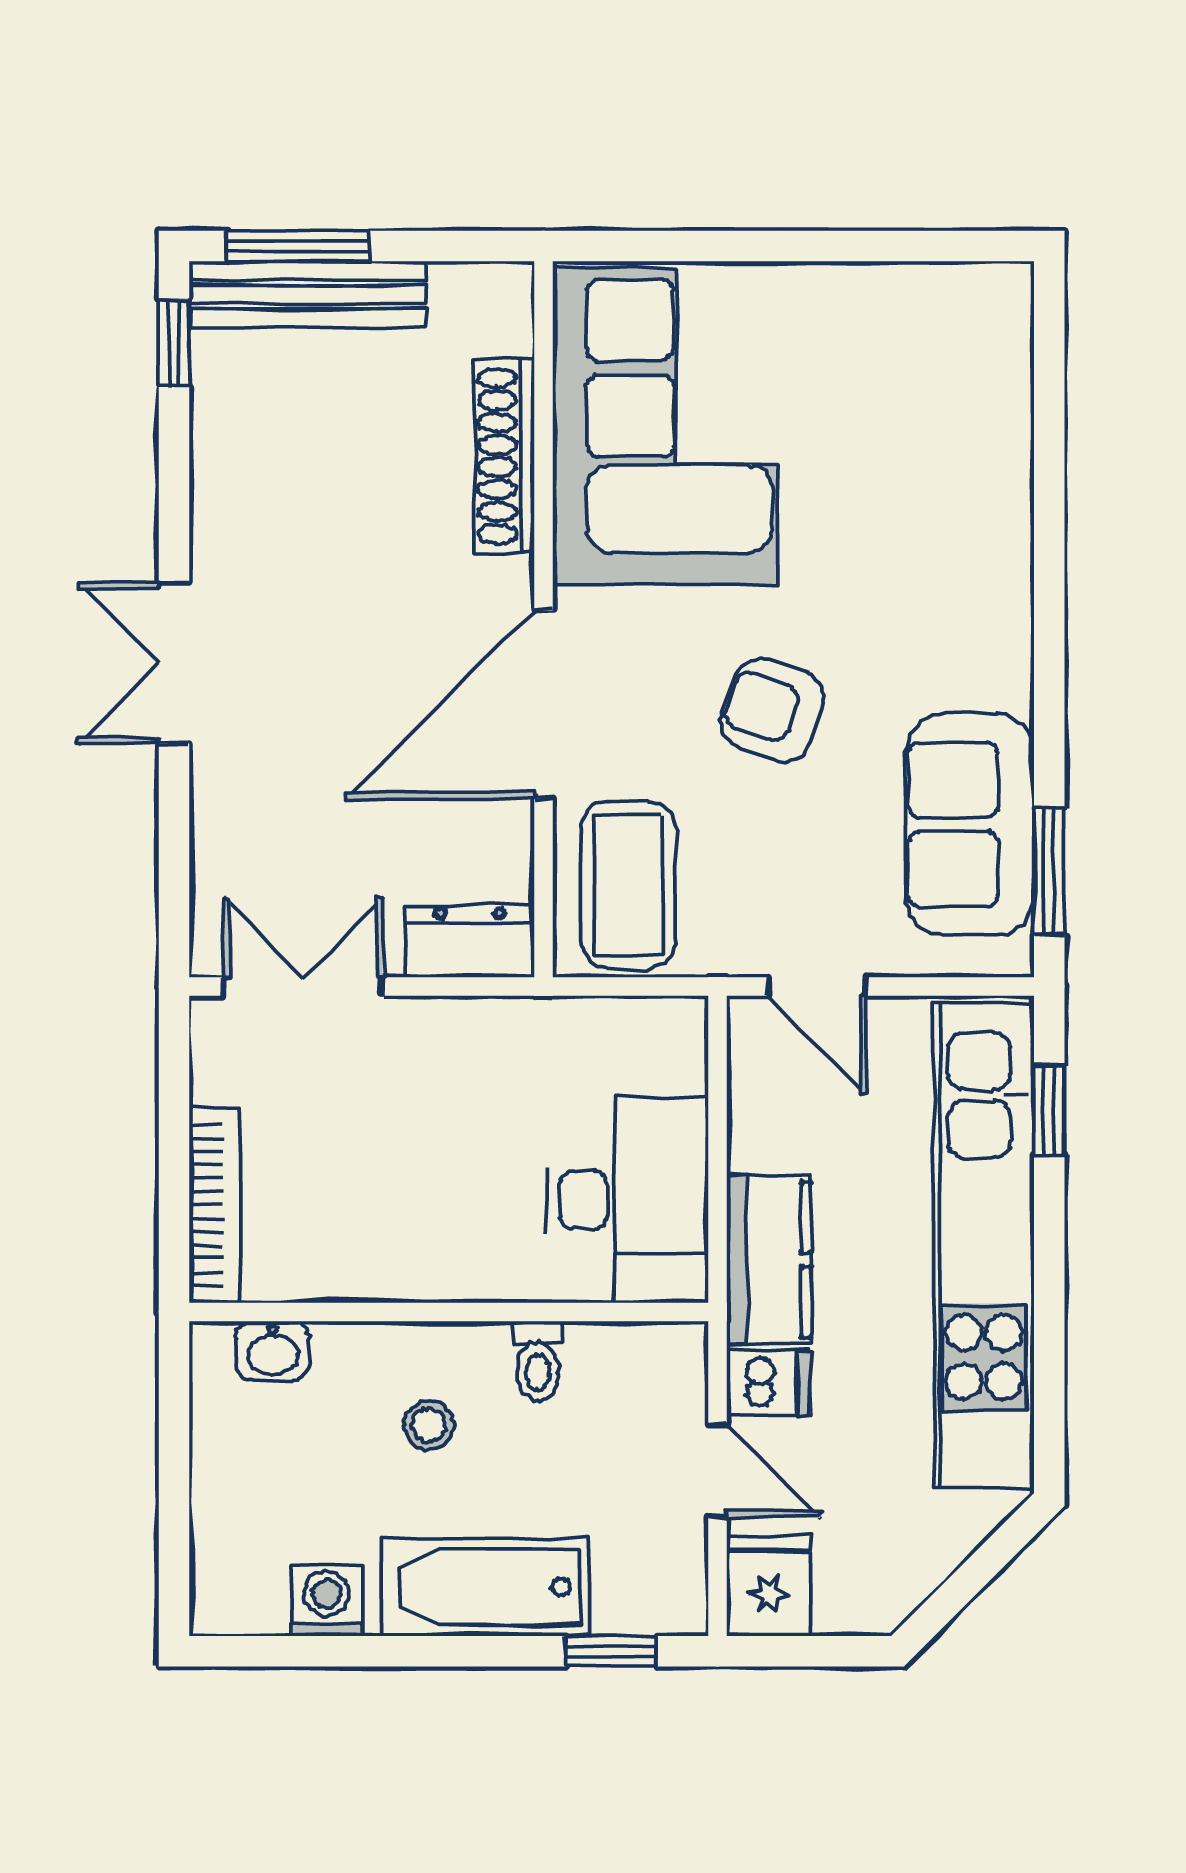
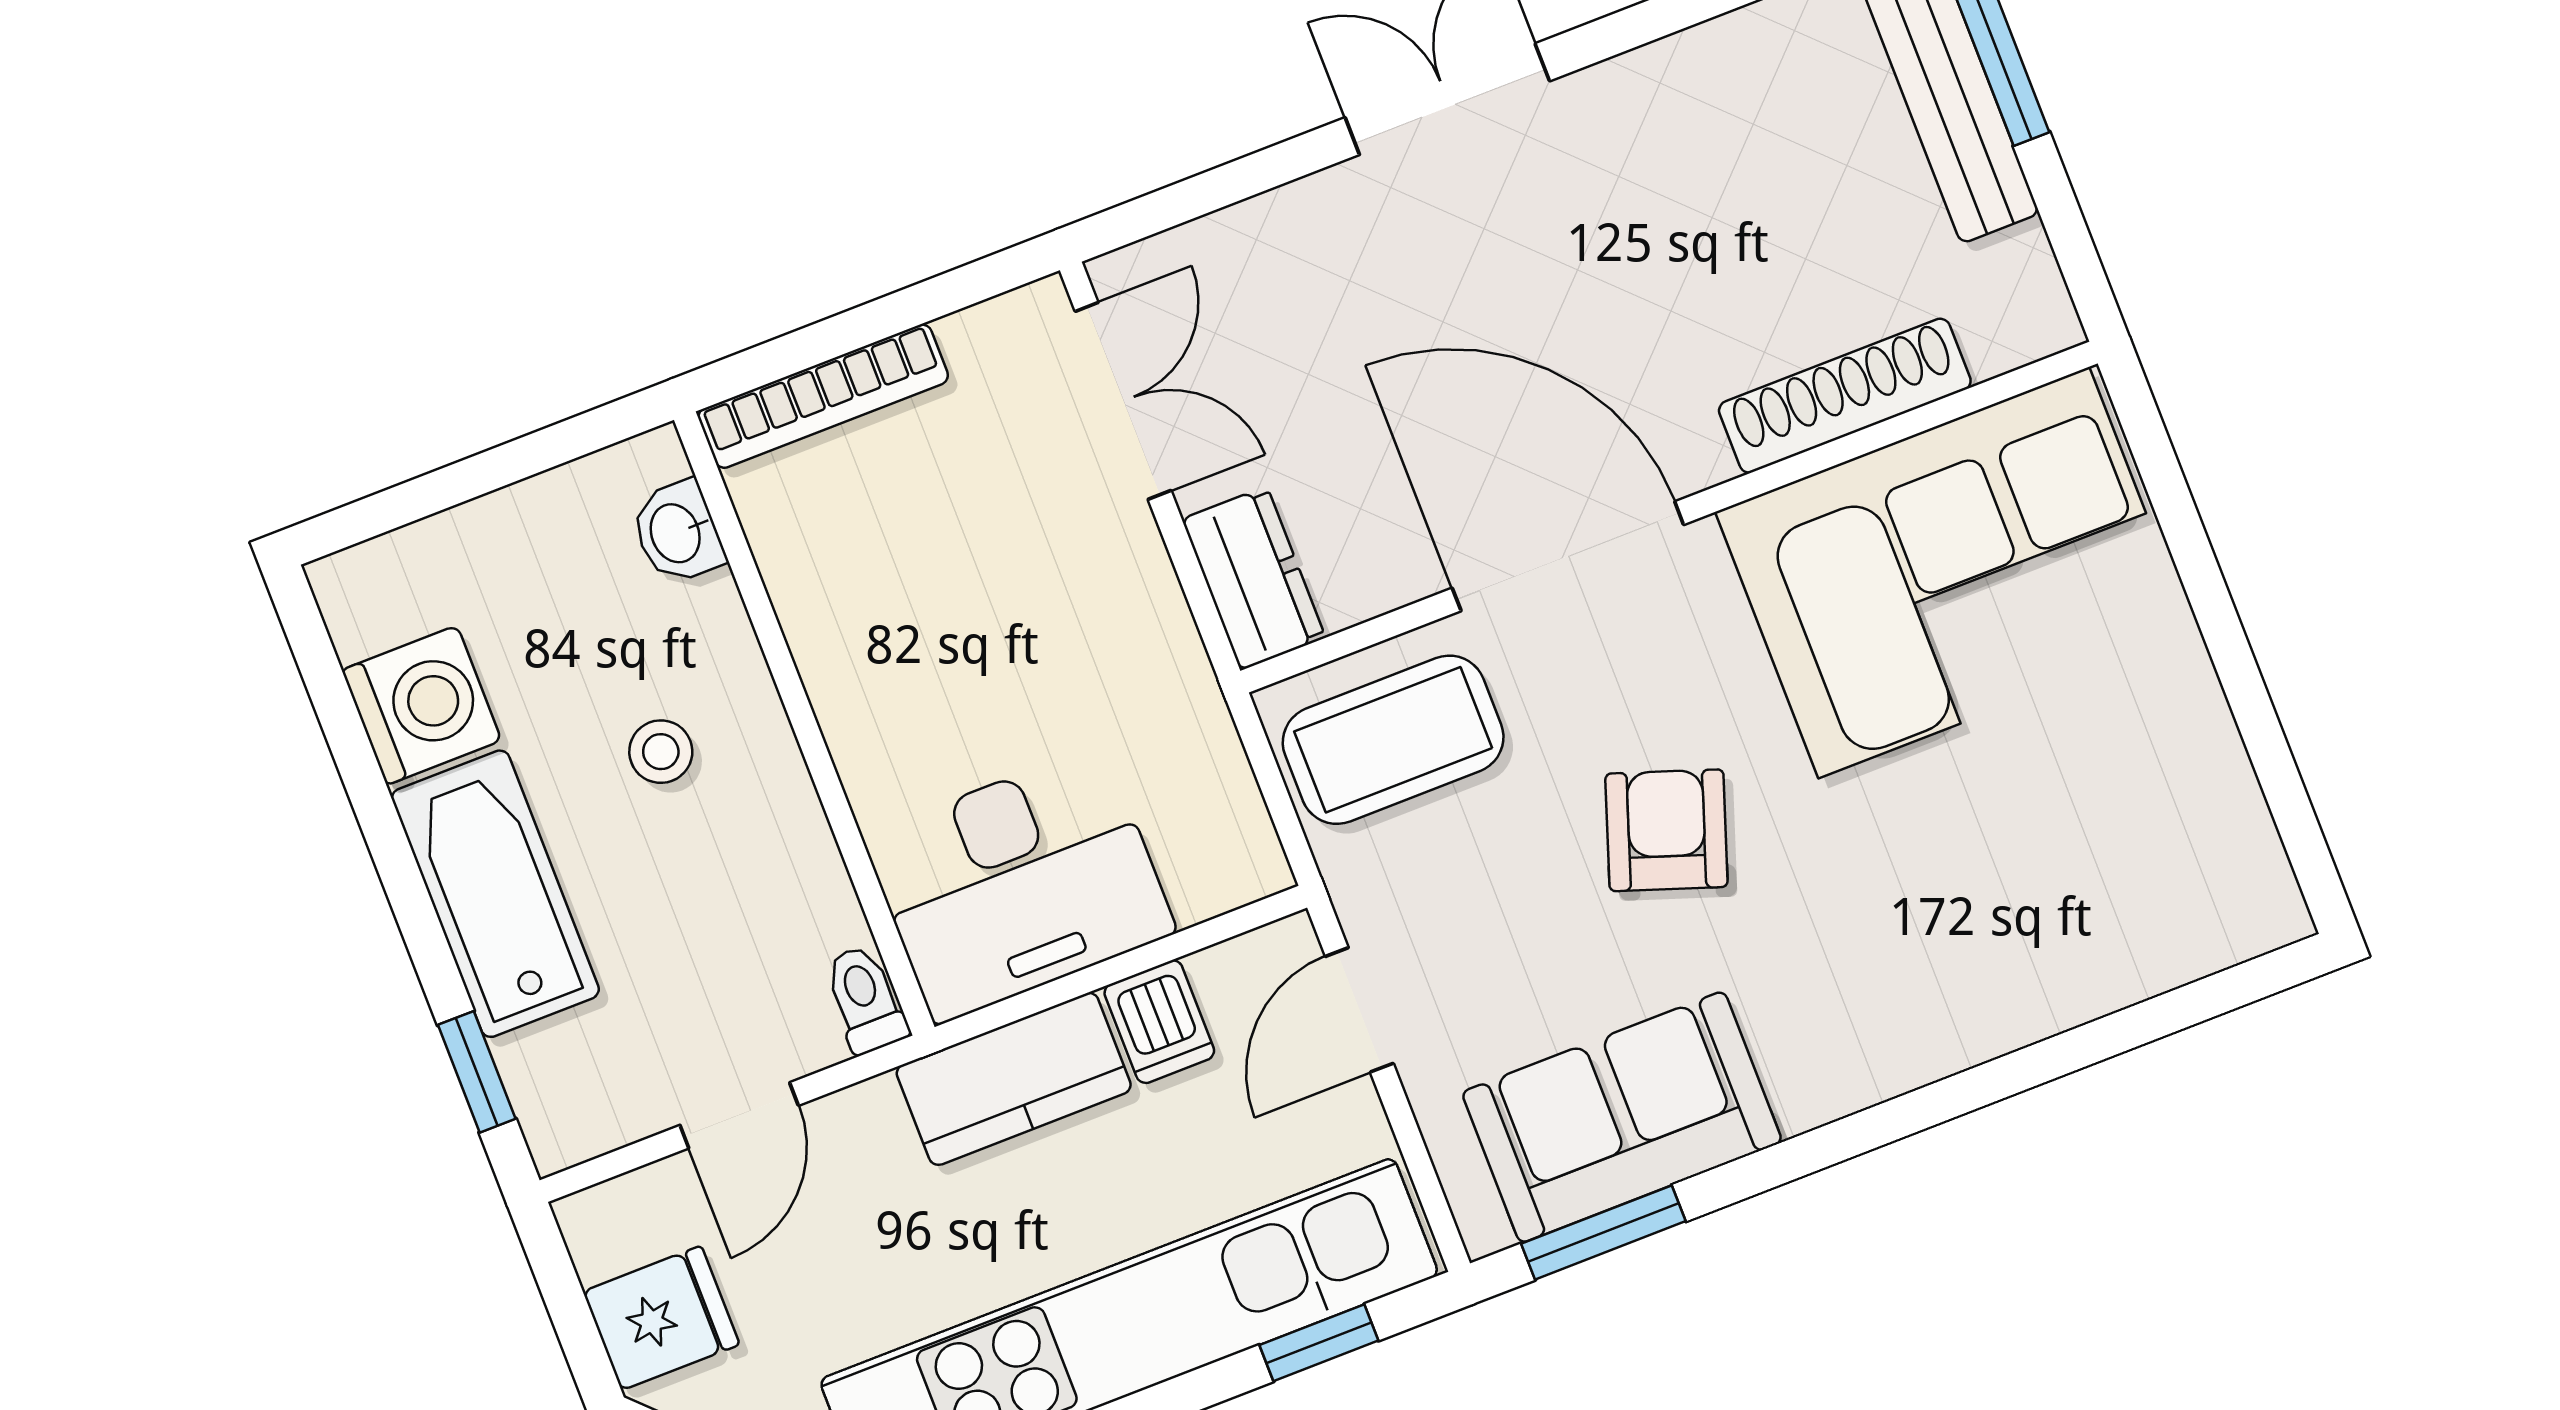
toilet: (538, 1361) -> (865, 999), moved, turned 90
dishwasher: (768, 1383) -> (1159, 1022), moved
fridge: (769, 1586) -> (661, 1318), moved
washing machine: (327, 1601) -> (422, 705), width x1.38, depth x1.38

